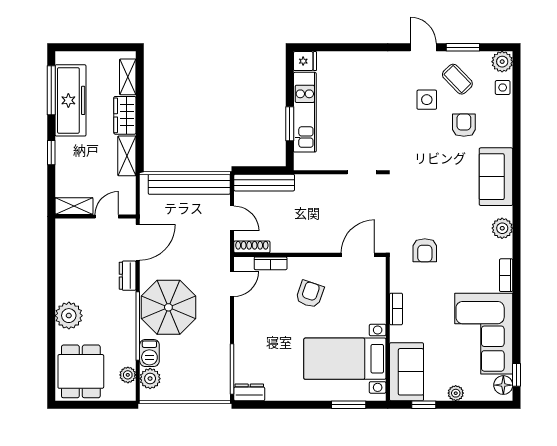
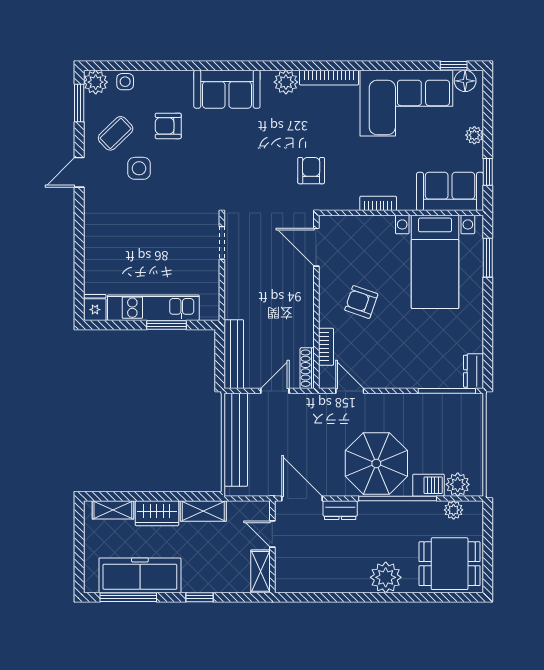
window: (463, 47) -> (79, 103), moved
armchair: (425, 250) -> (311, 171), turned -90
bookcase: (506, 275) -> (329, 78), width x1.56

